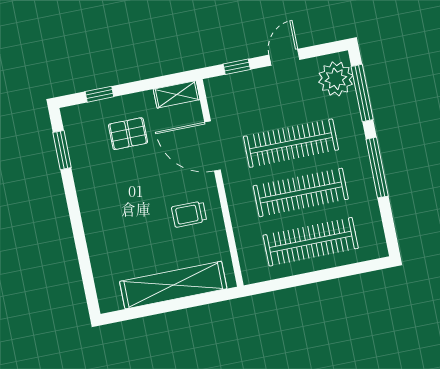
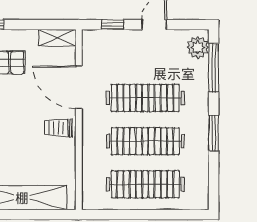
plant: (336, 79) -> (198, 47), width x0.73, depth x0.73
window: (377, 168) -> (214, 133), width x0.69
trolley: (189, 214) -> (58, 128), moved

